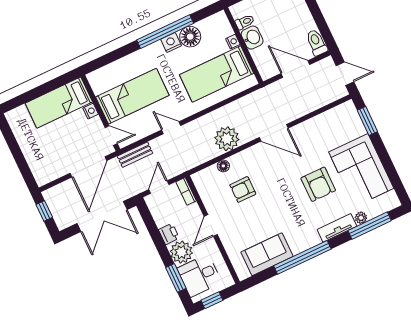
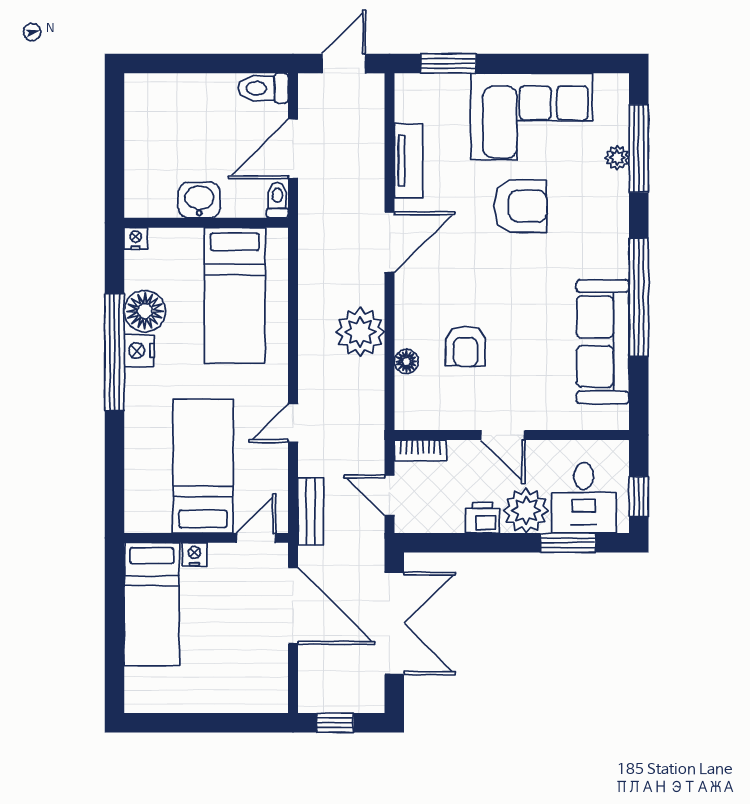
toilet: (245, 22) -> (277, 200), moved
nightstand: (233, 42) -> (136, 238), moved
tv unit: (337, 228) -> (409, 161), moved, turned 180
sofa: (267, 254) -> (603, 342), width x1.36

